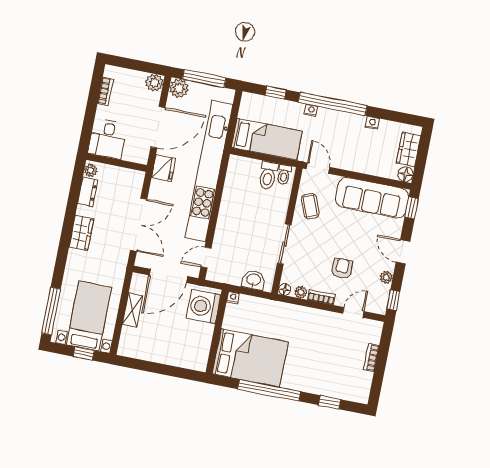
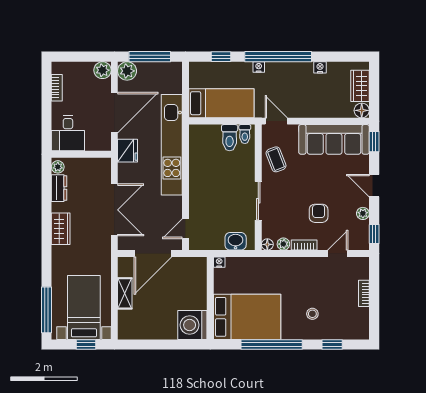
kitchen unit: (209, 171) -> (172, 145), width x0.73
washing machine: (204, 306) -> (192, 325), moved
stool: (316, 368) -> (312, 314), added

